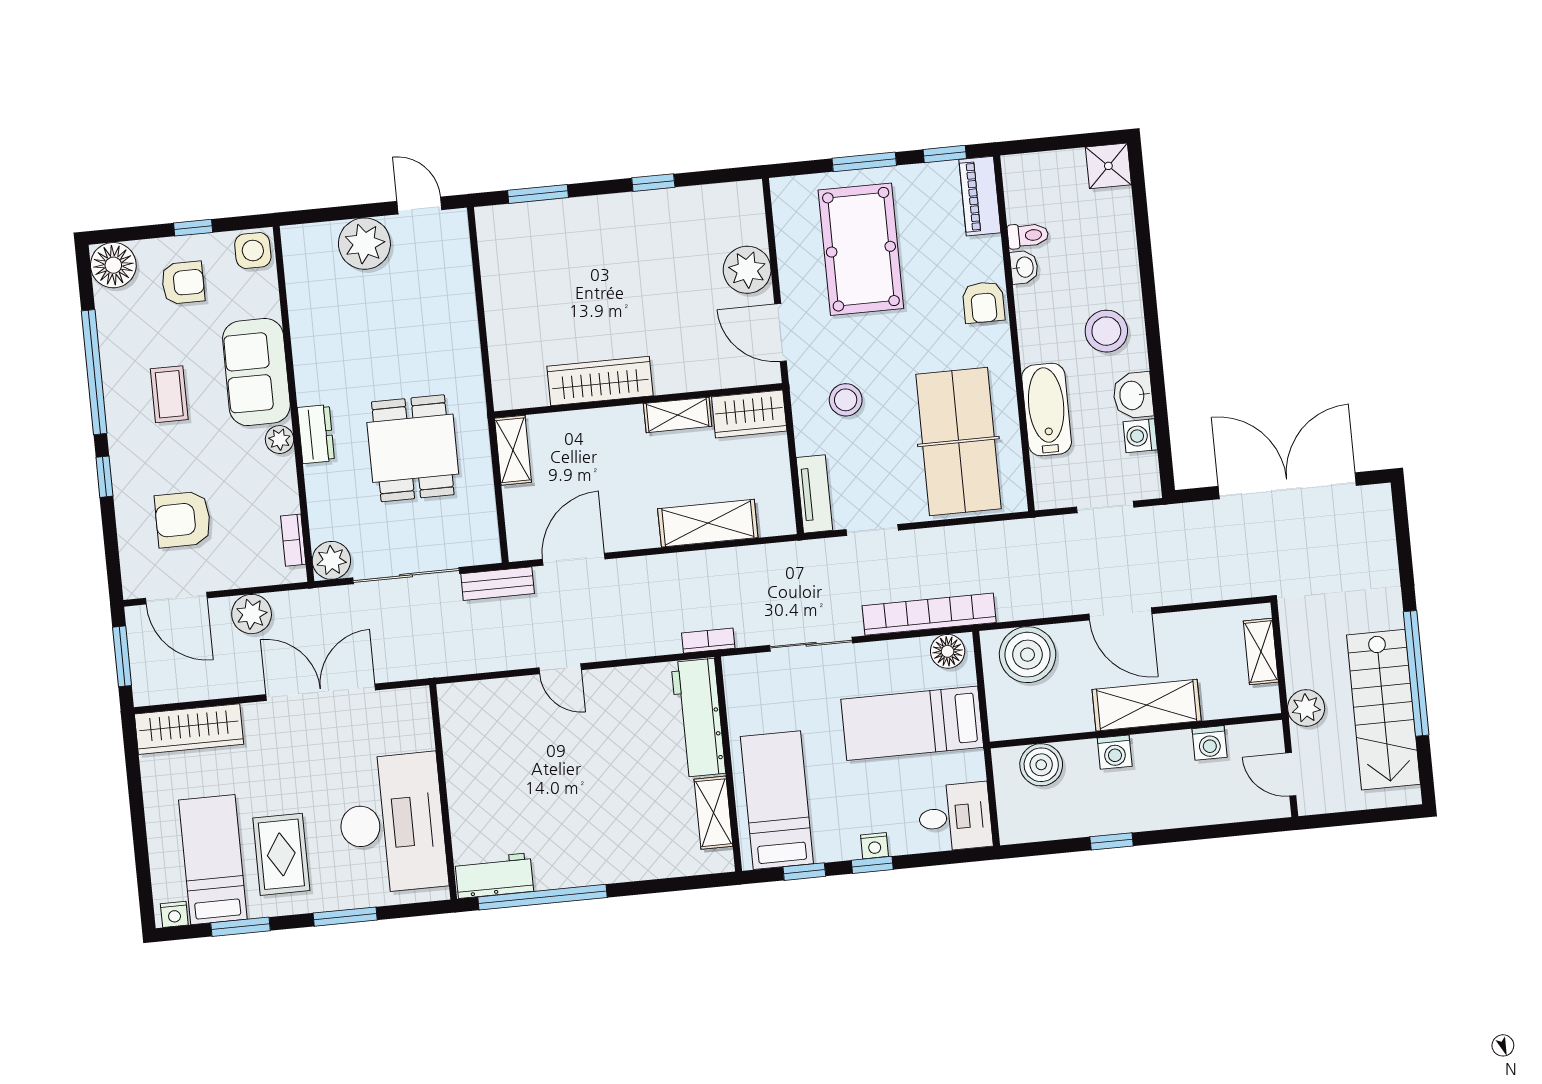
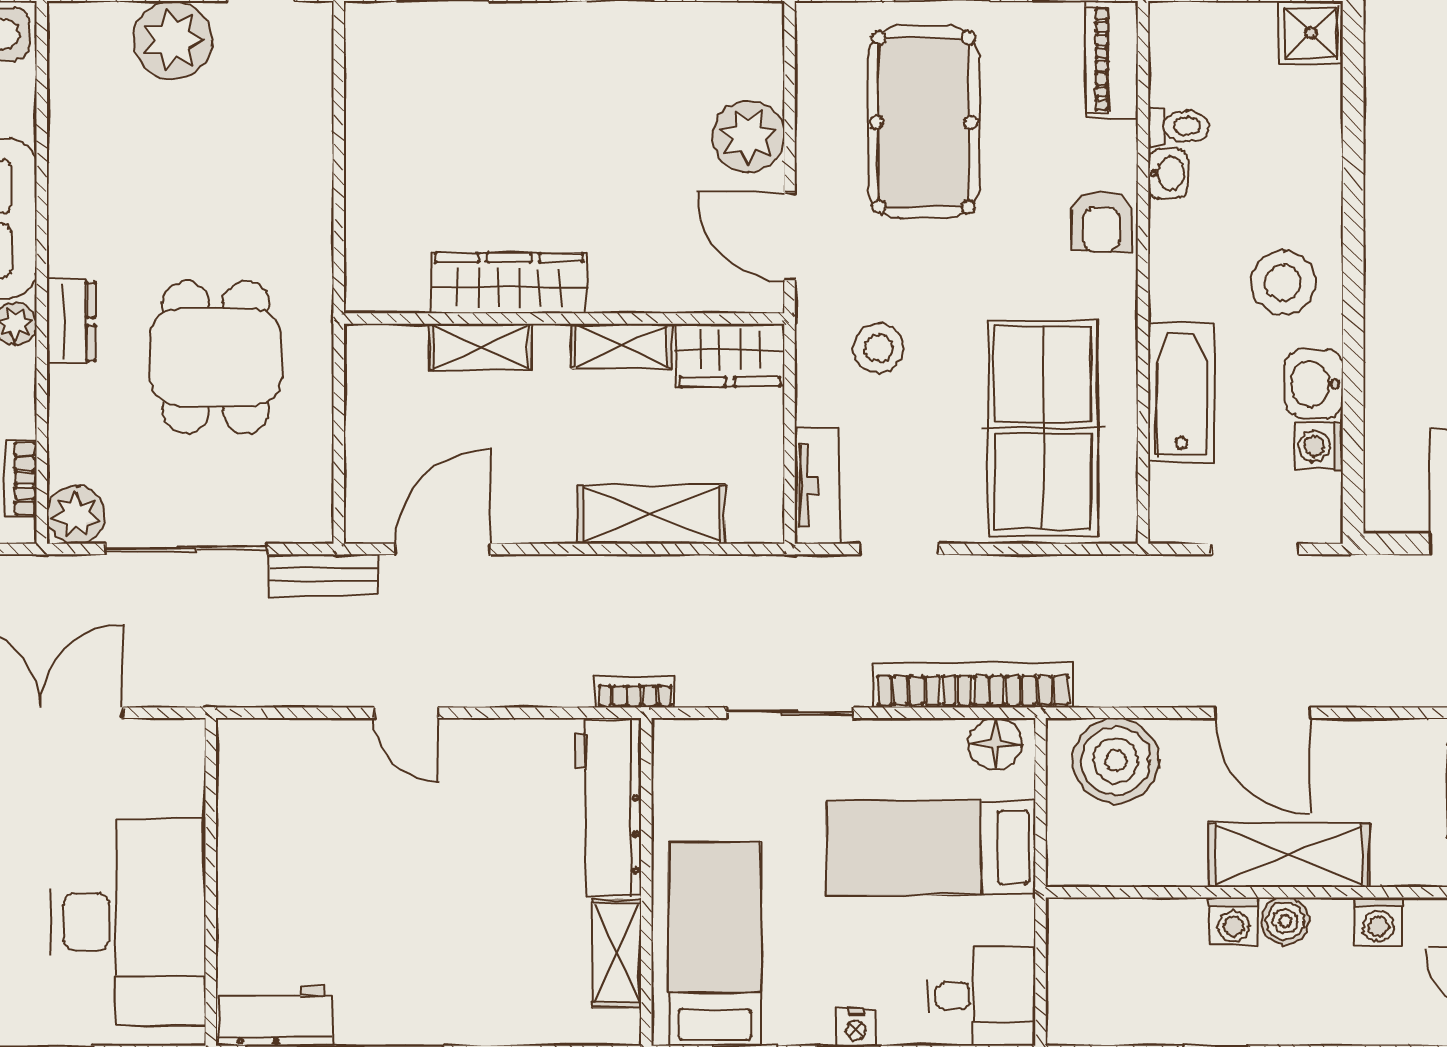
shelving: (513, 450) -> (480, 347), moved, turned 90
boiler: (1041, 765) -> (1285, 921), moved, width x0.73, depth x0.73

